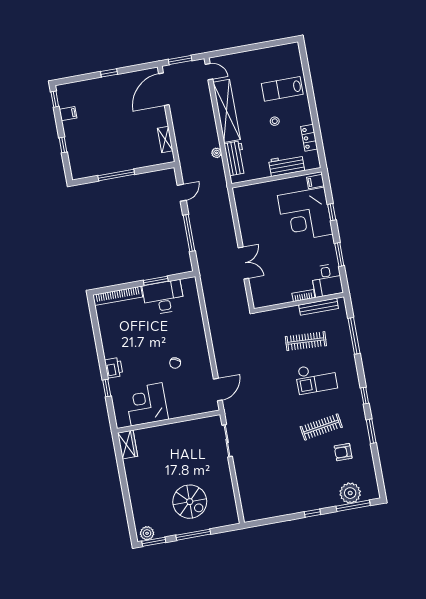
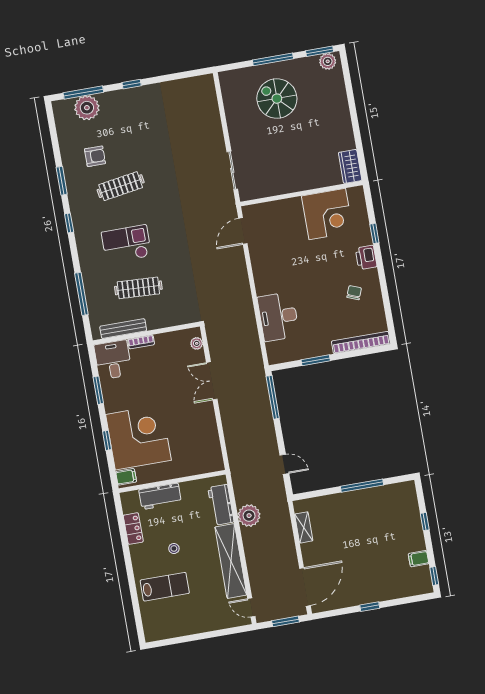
plant: (217, 153) -> (249, 516), width x1.87, depth x1.87
door: (182, 193) -> (284, 464), swing flipped
window: (189, 233) -> (273, 397), moved
plant: (256, 294) -> (197, 343), added
desk: (163, 297) -> (278, 317), moved, turned 90
chair: (175, 363) -> (354, 293), moved

